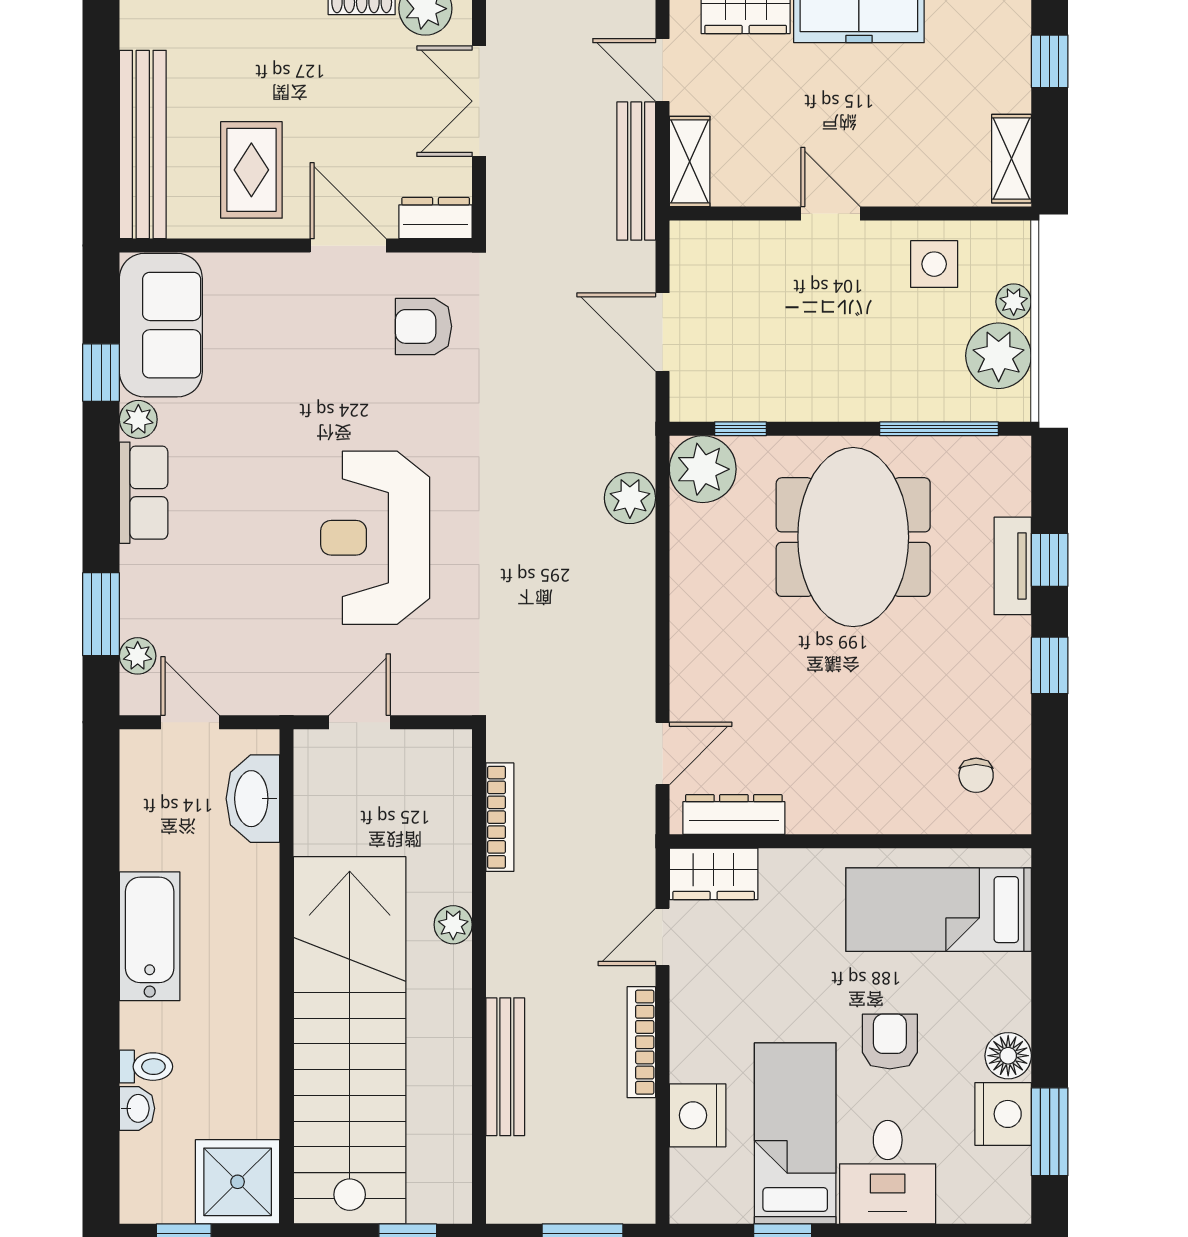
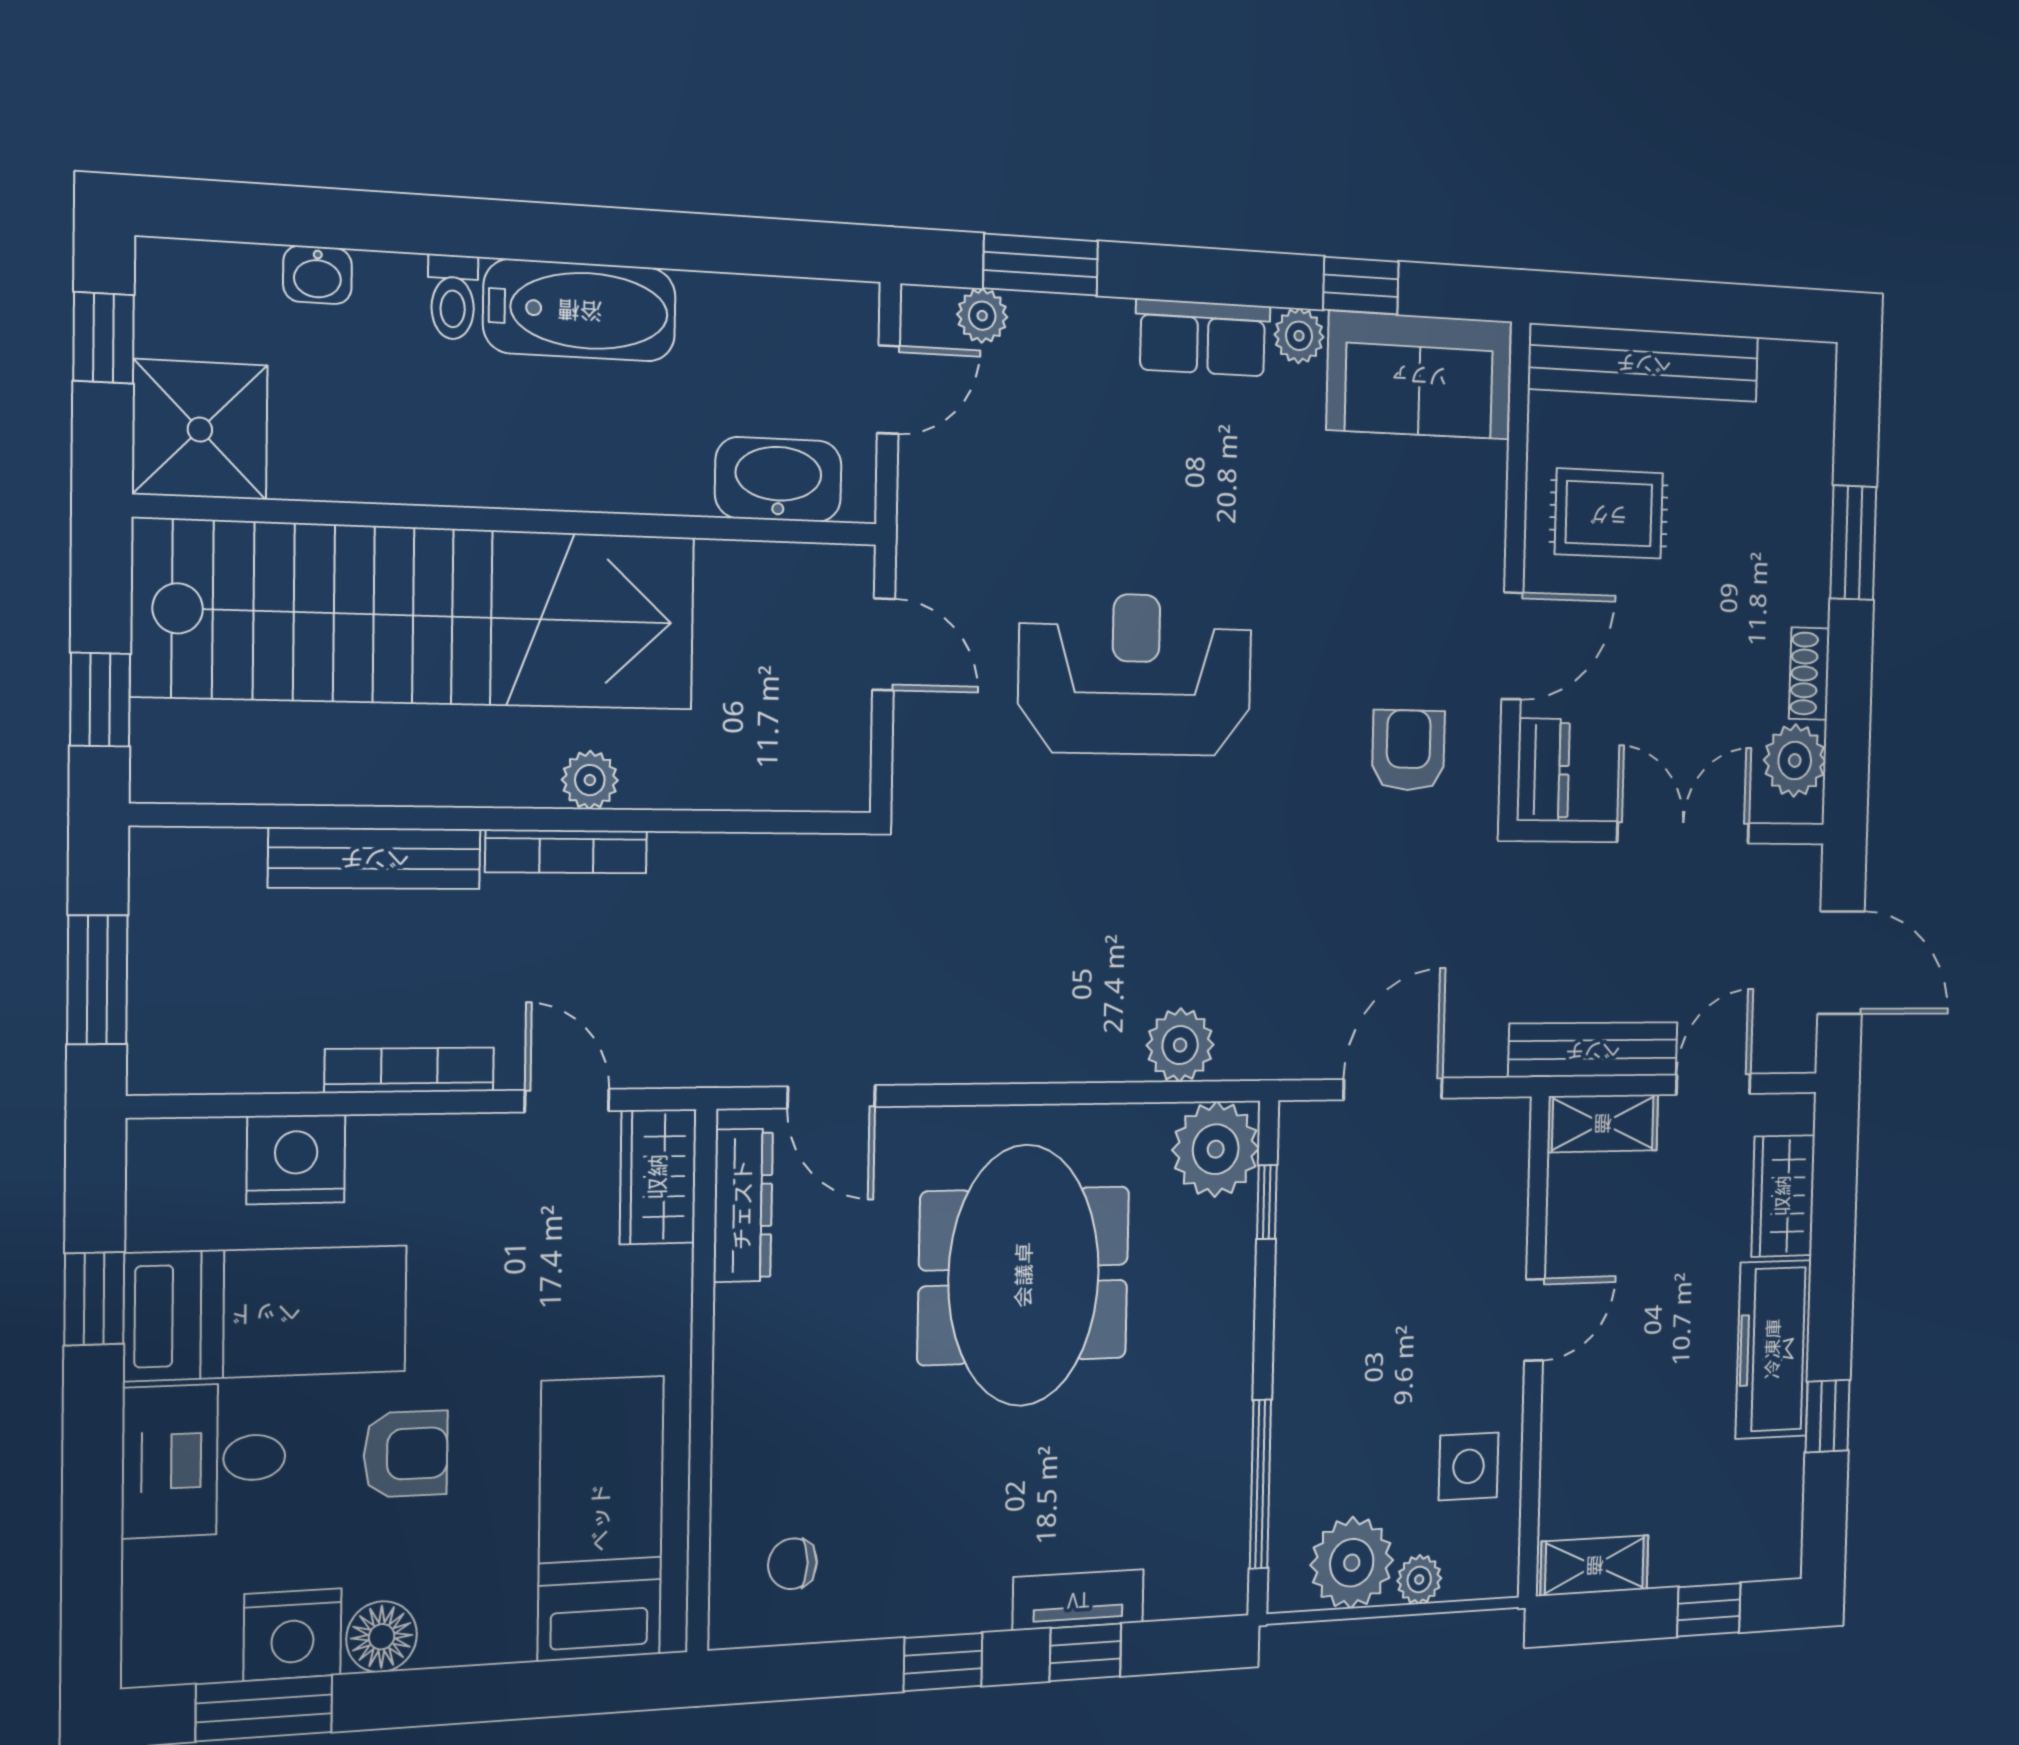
meeting table: (853, 537) -> (1024, 1275), moved, turned 90
bookcase: (500, 817) -> (566, 852), moved
toilet: (146, 1067) -> (453, 297), moved

